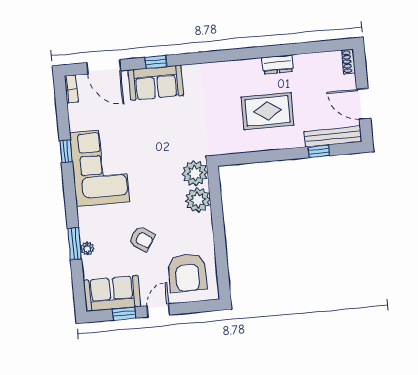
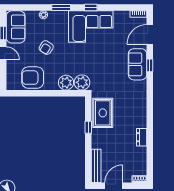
rug: (267, 111) -> (103, 113), moved
window: (66, 151) -> (91, 8), moved
window: (319, 151) -> (88, 127), moved
window: (74, 244) -> (61, 8), moved
armchair: (187, 273) -> (33, 78), moved

